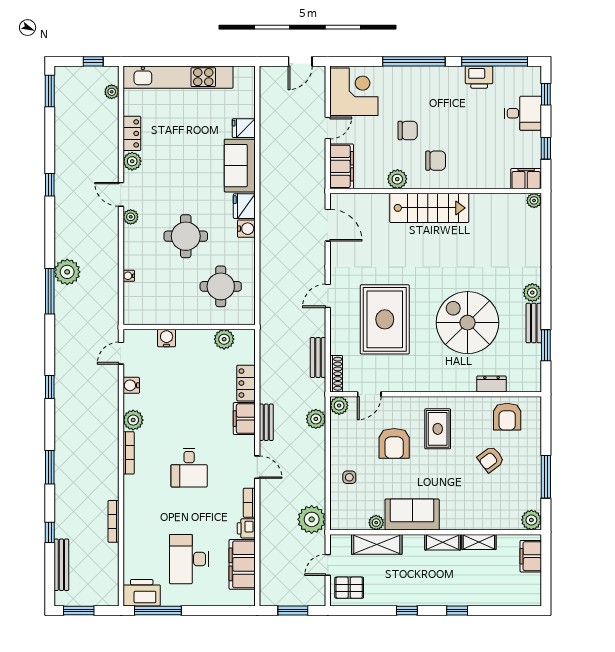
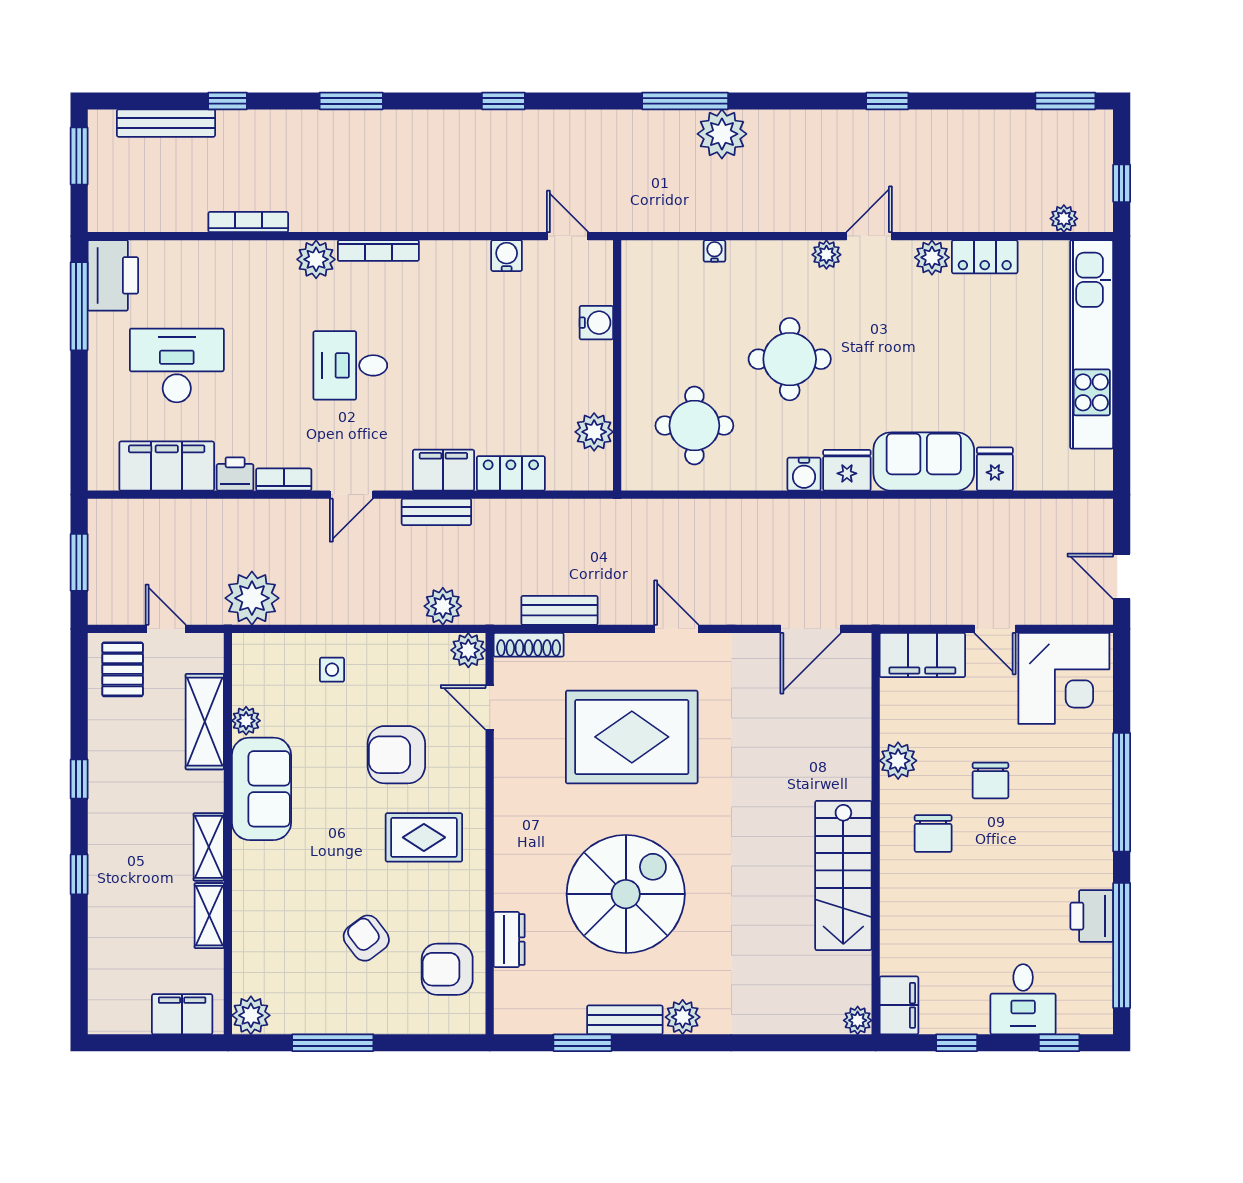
stairs: (429, 208) -> (843, 875), moved
plant: (133, 420) -> (316, 259), moved

